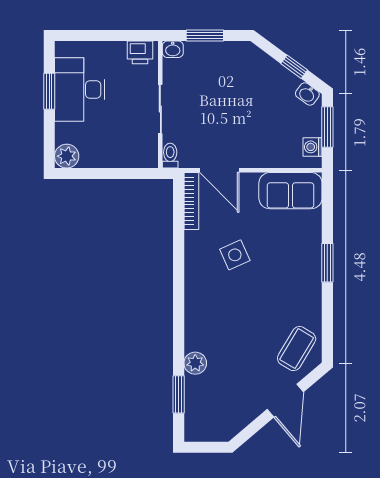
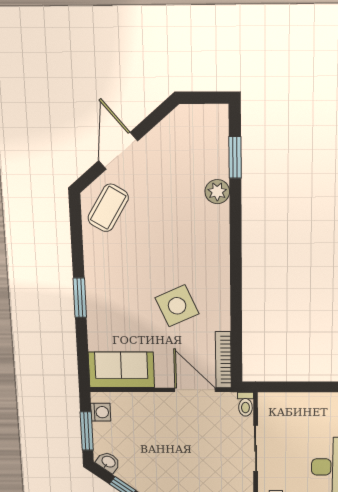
side table: (235, 255) -> (177, 306), width x1.37, depth x1.37

